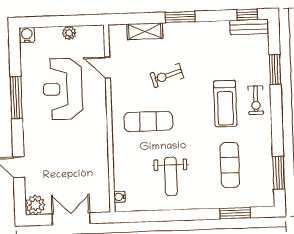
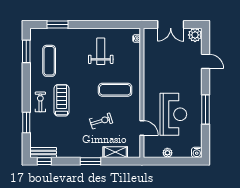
exercise mat: (230, 165) -> (49, 61), moved

